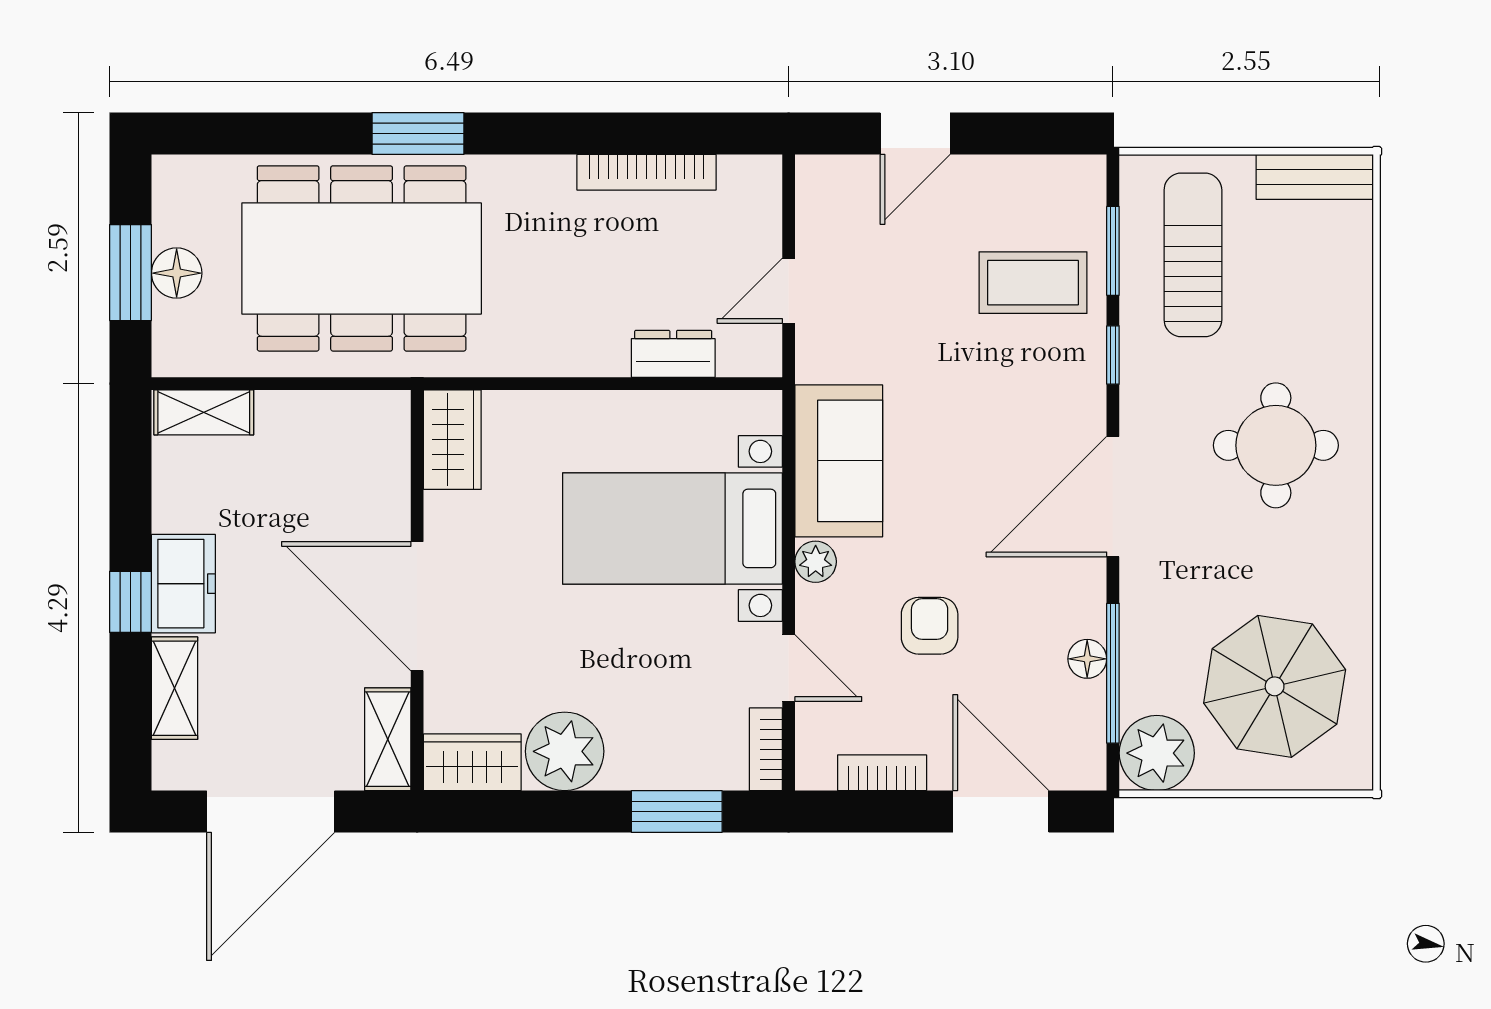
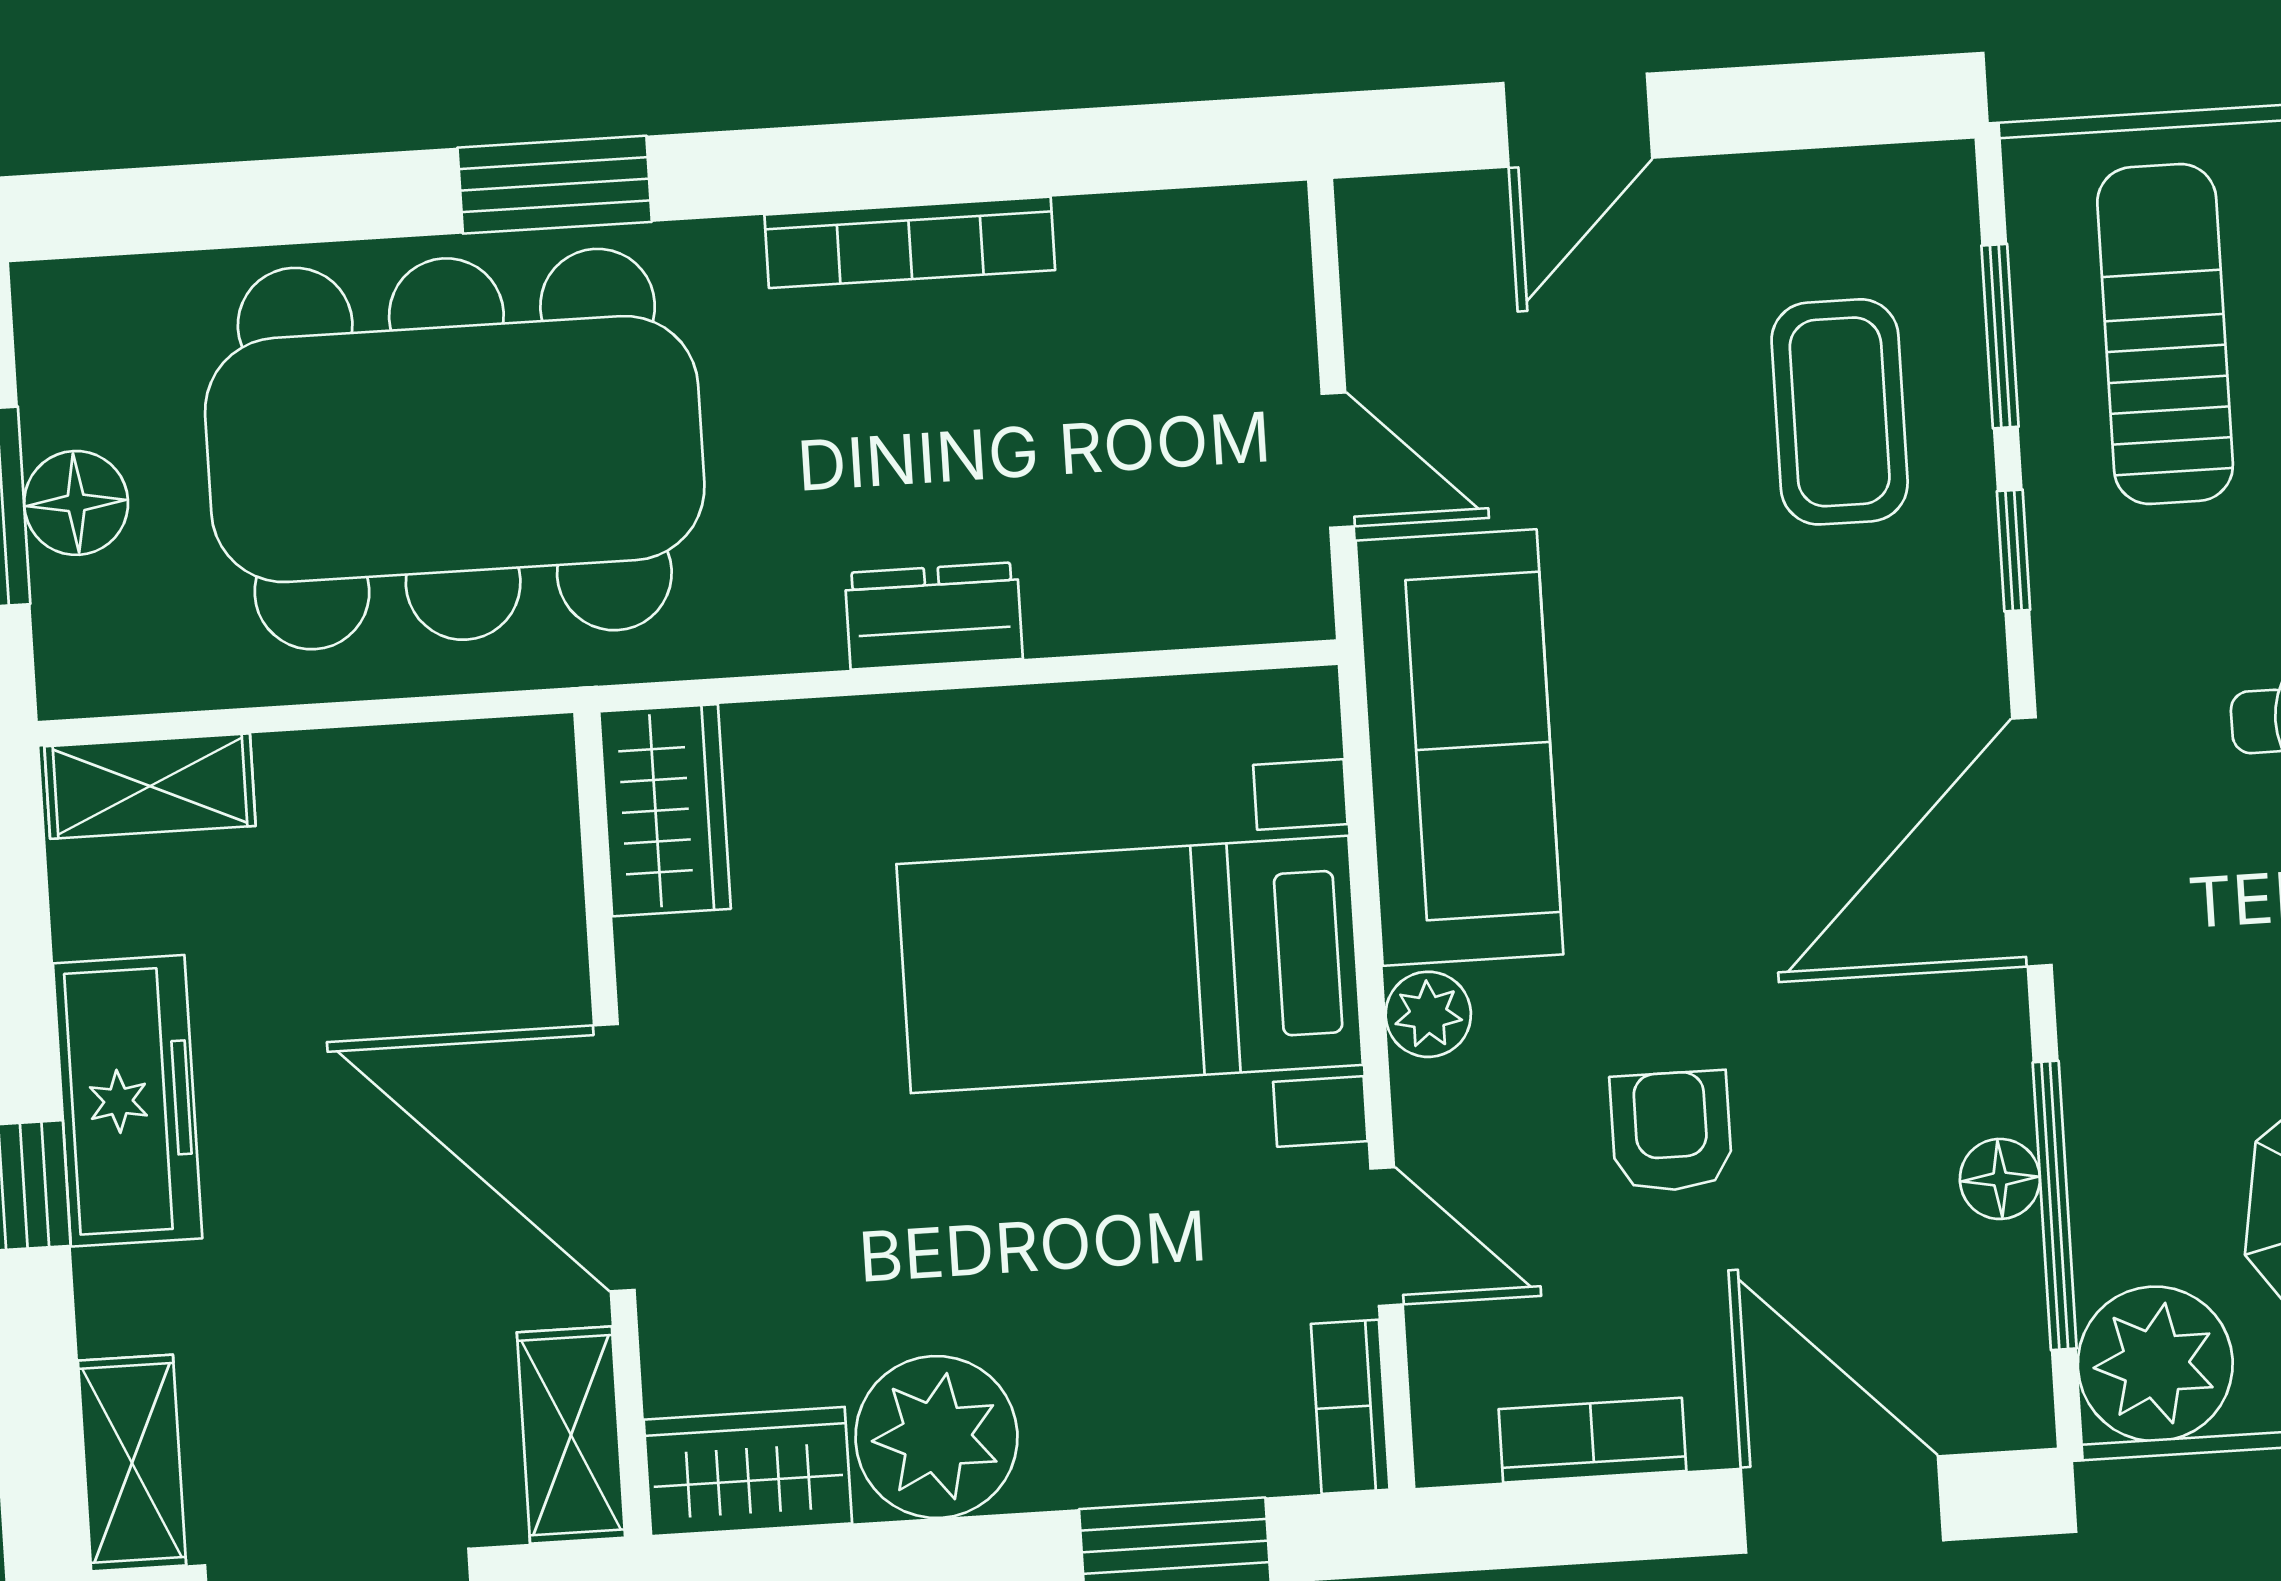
bookcase: (646, 172) -> (910, 242), moved
coffee table: (1033, 283) -> (1840, 412), turned 90
door: (789, 291) -> (1338, 460), swing flipped
dresser: (673, 354) -> (934, 616), moved
sofa: (839, 461) -> (1460, 747), width x1.36
freezer: (183, 584) -> (128, 1101), width x1.40
shelving: (174, 688) -> (132, 1463), moved

